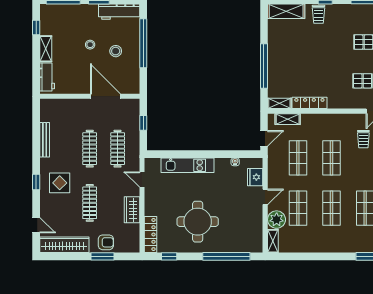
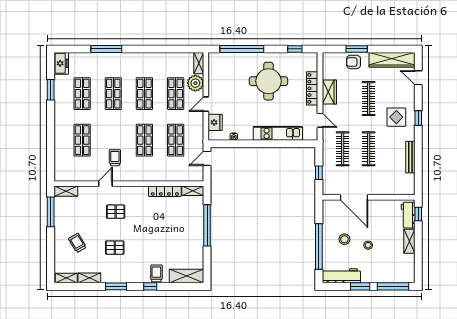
window: (36, 27) -> (418, 214), moved
shelving: (288, 119) -> (185, 176), removed
locker: (150, 235) -> (312, 88), moved

